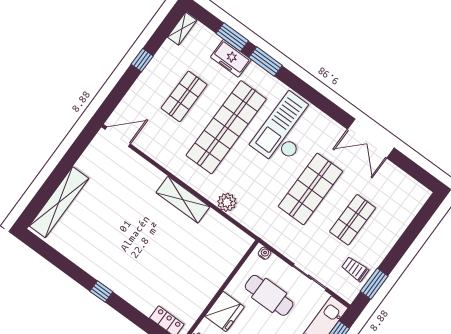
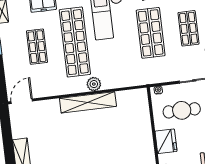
shelving: (183, 200) -> (88, 102), width x1.47
plant: (227, 202) -> (94, 84), moved

